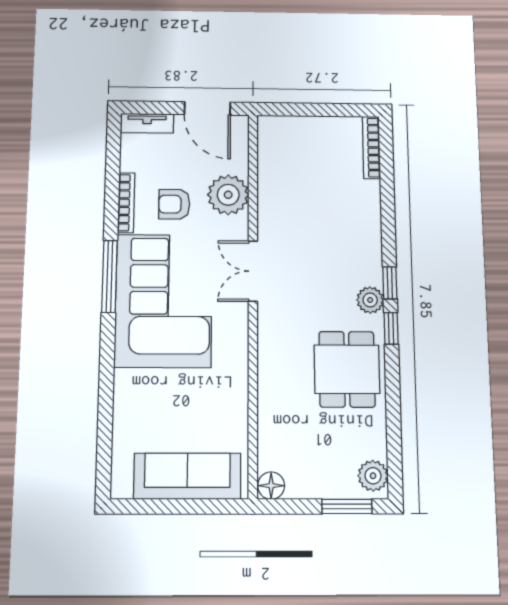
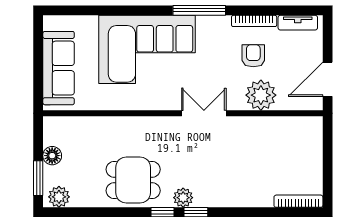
tv unit: (147, 123) -> (298, 23), moved, turned -90
corner sofa: (164, 300) -> (147, 49), moved
floor lamp: (271, 486) -> (52, 156), moved

